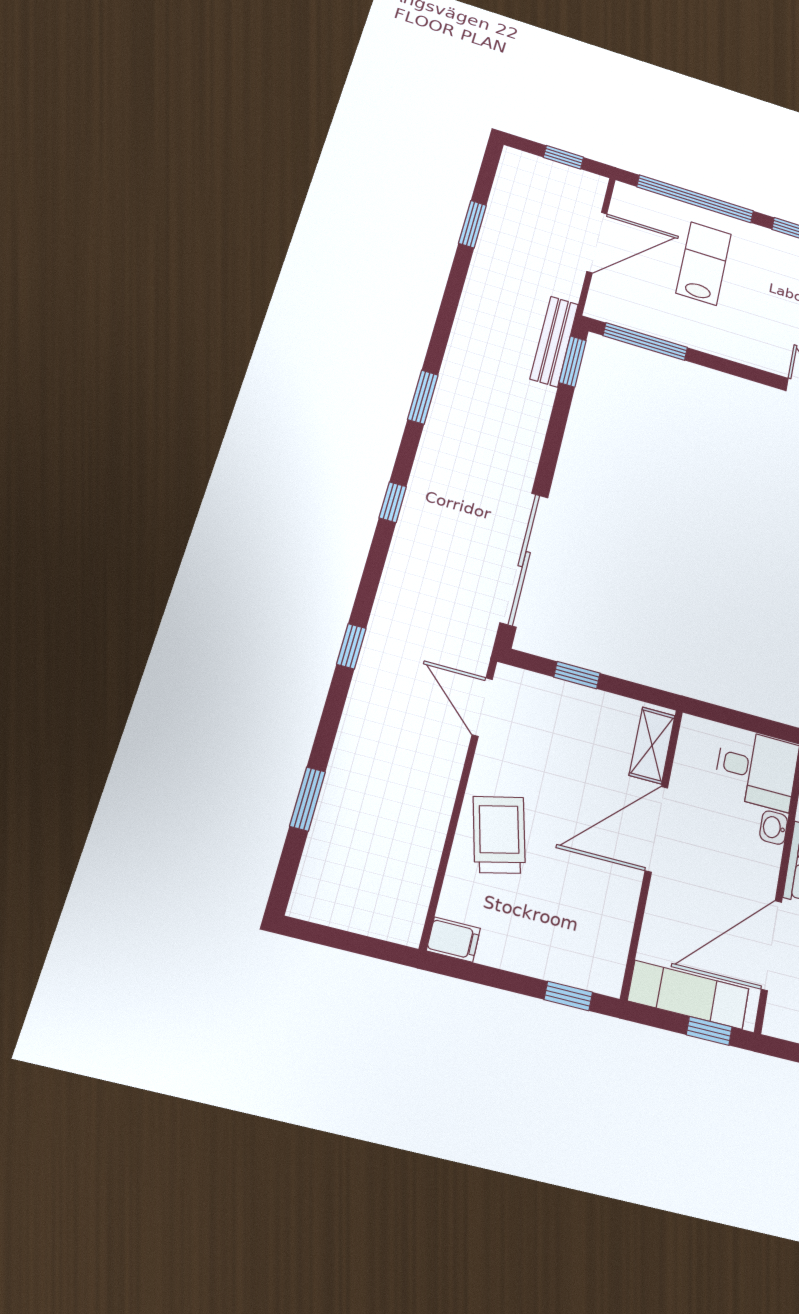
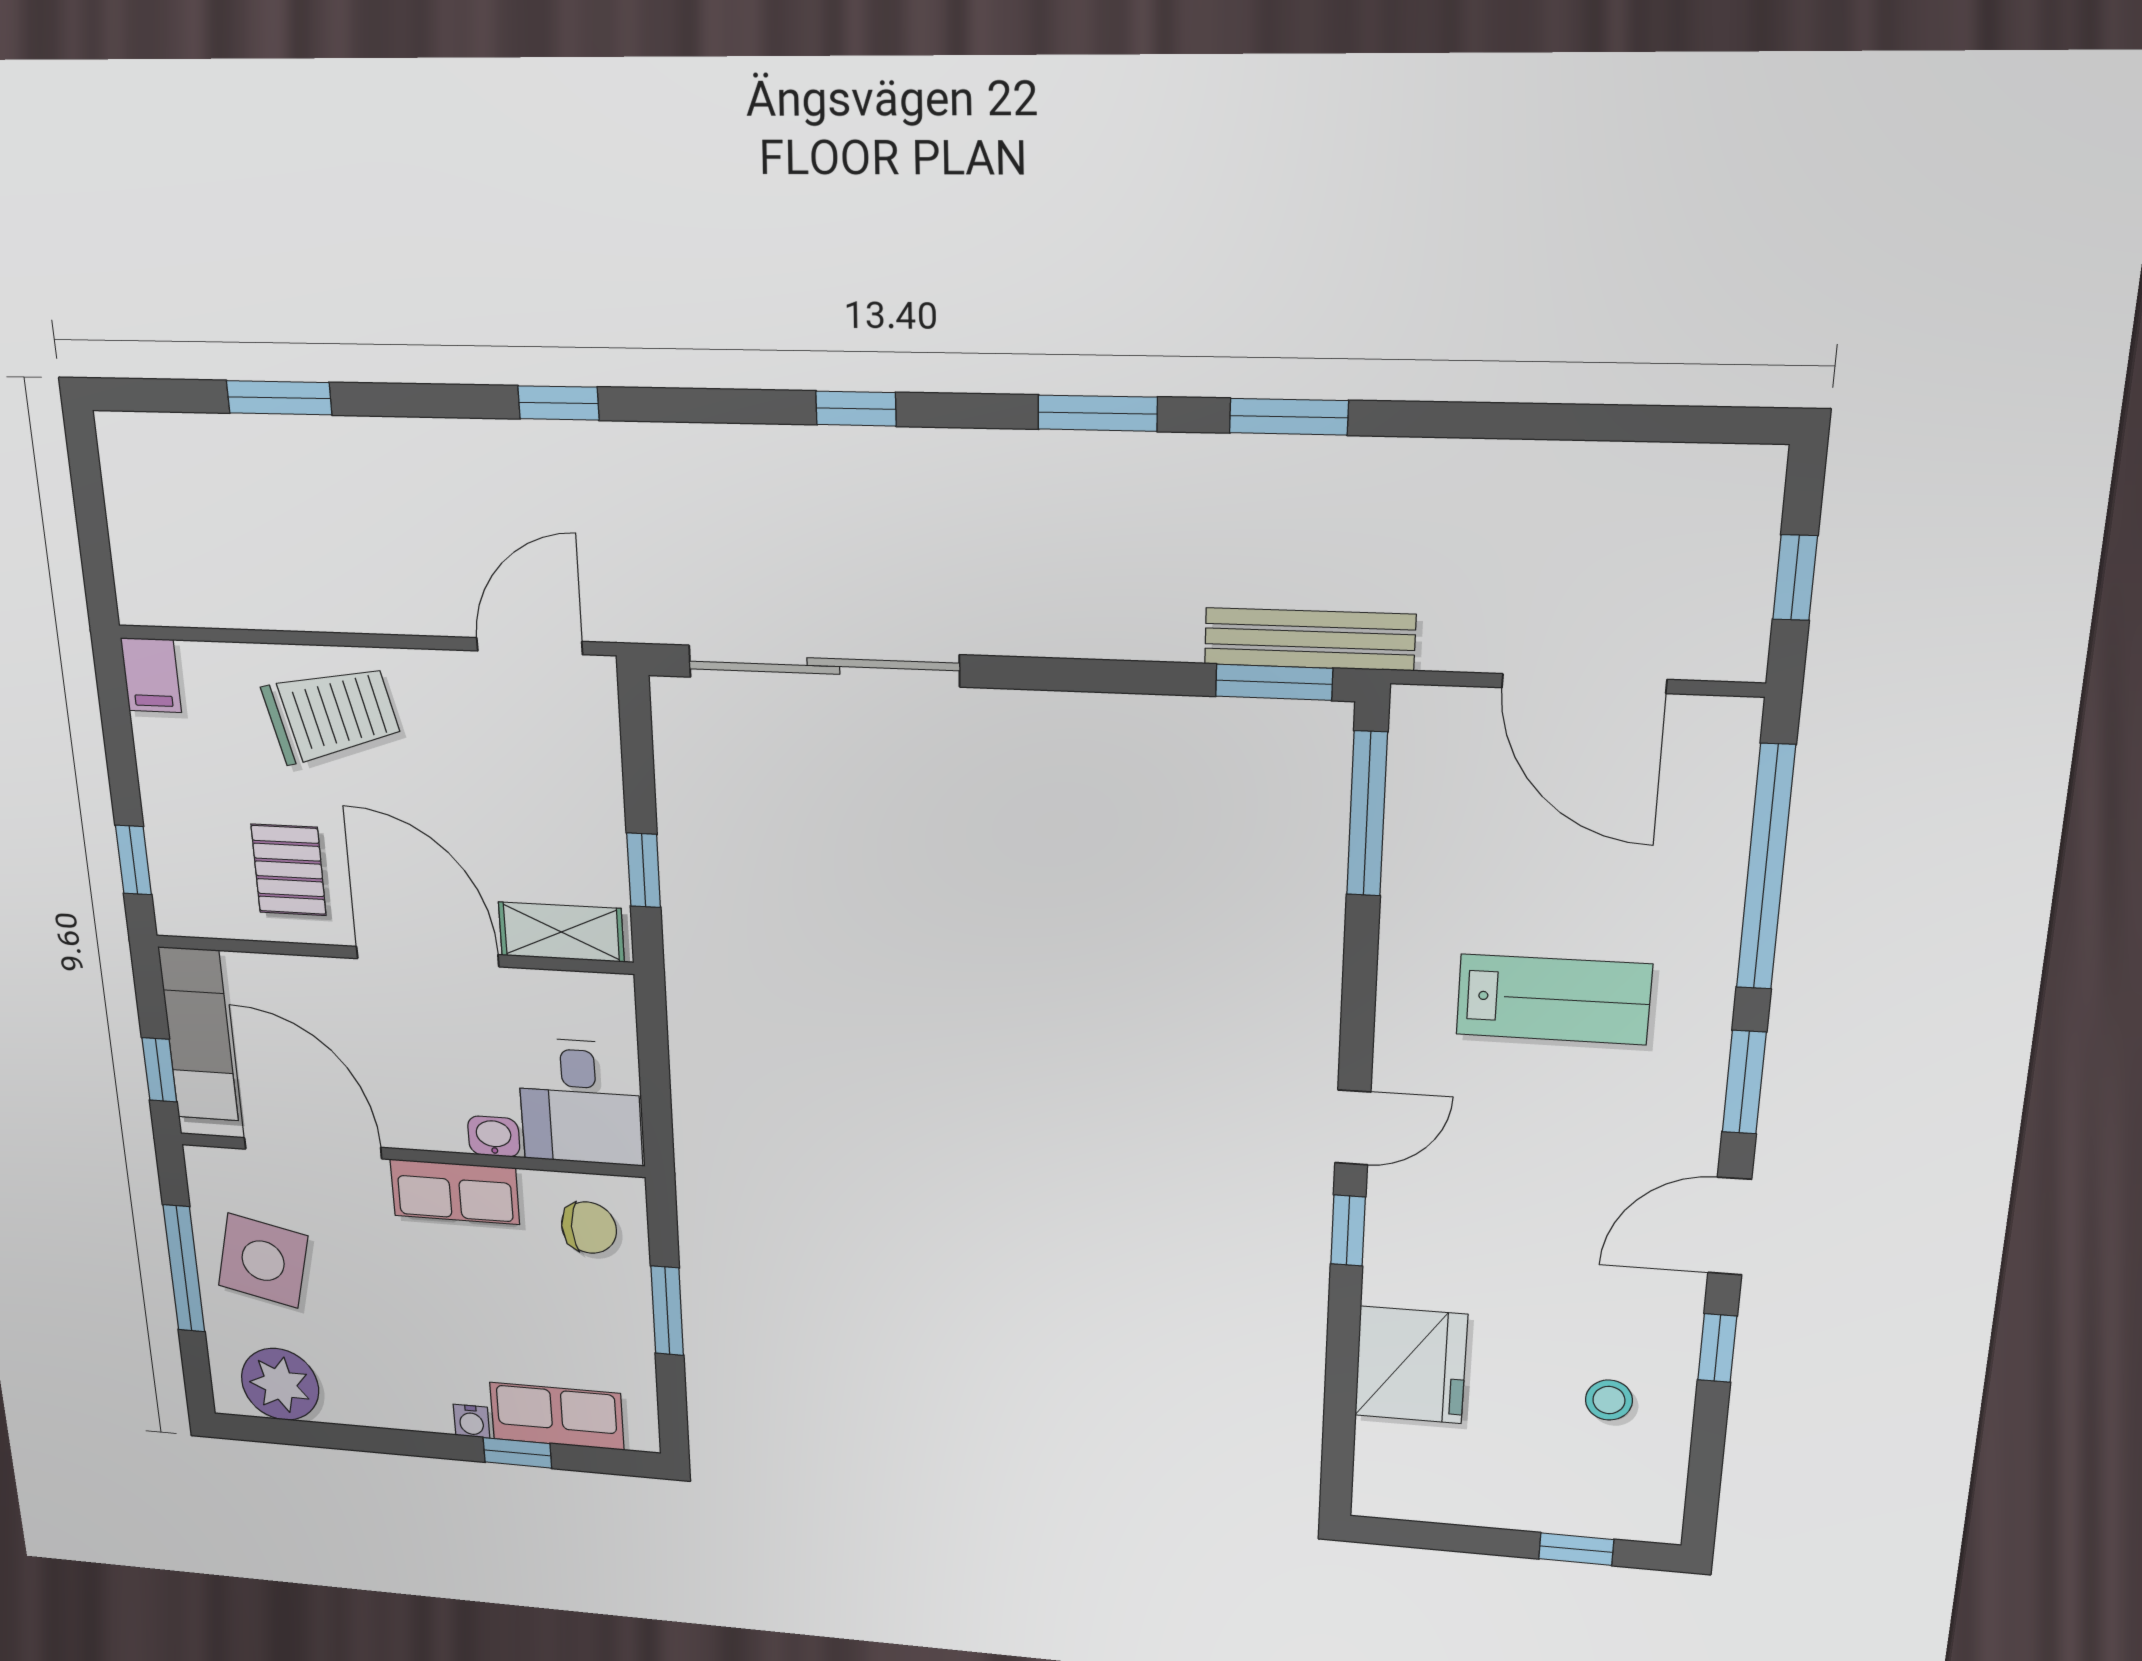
window: (472, 224) -> (1289, 417), moved
lab bench: (704, 263) -> (1554, 999), moved
window: (577, 675) -> (644, 870), moved
pallet: (590, 896) -> (289, 870), added

